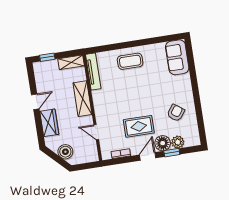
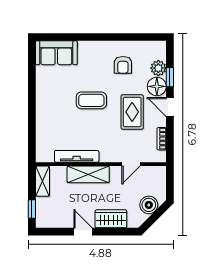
coffee table: (130, 61) -> (91, 100), moved, turned 90
tv unit: (93, 72) -> (77, 156), moved
armchair: (176, 113) -> (123, 65), turned -126

